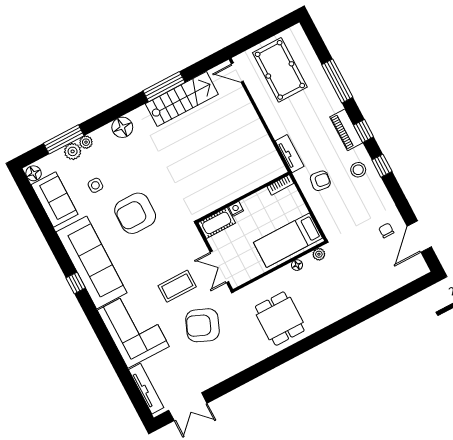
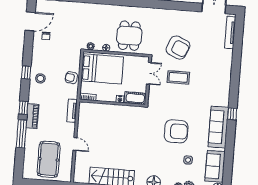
door: (237, 73) -> (75, 144), moved
piano: (346, 130) -> (32, 116), moved
window: (364, 131) -> (23, 108), moved
armchair: (320, 181) -> (71, 78), moved
bed: (288, 240) -> (102, 69), width x1.50
sofa: (92, 262) -> (218, 127), width x0.74, depth x0.79
dining table: (280, 319) -> (129, 36), moved
corner sofa: (133, 328) -> (217, 70), removed

